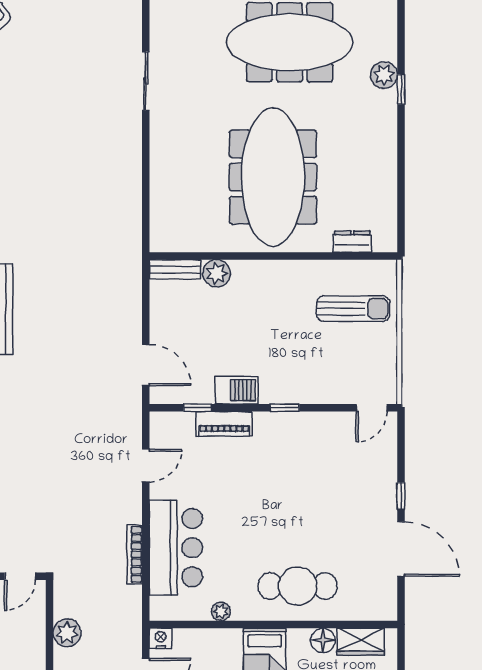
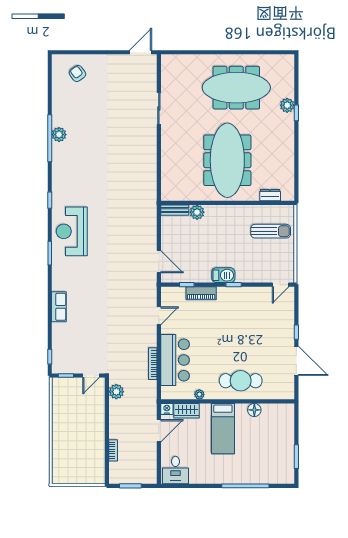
barbecue: (237, 390) -> (223, 275), moved
plant: (67, 633) -> (116, 392), moved
wardrobe: (361, 642) -> (187, 411), moved

